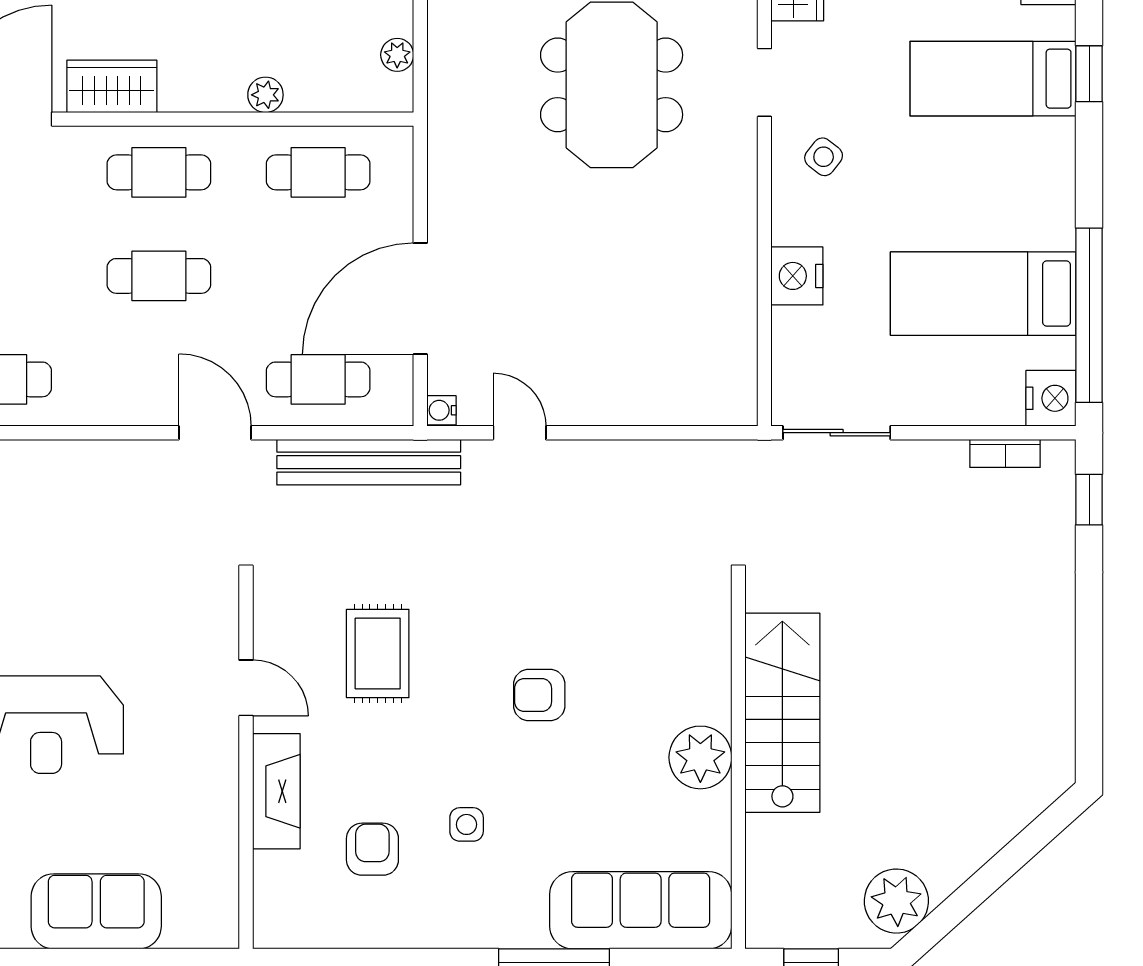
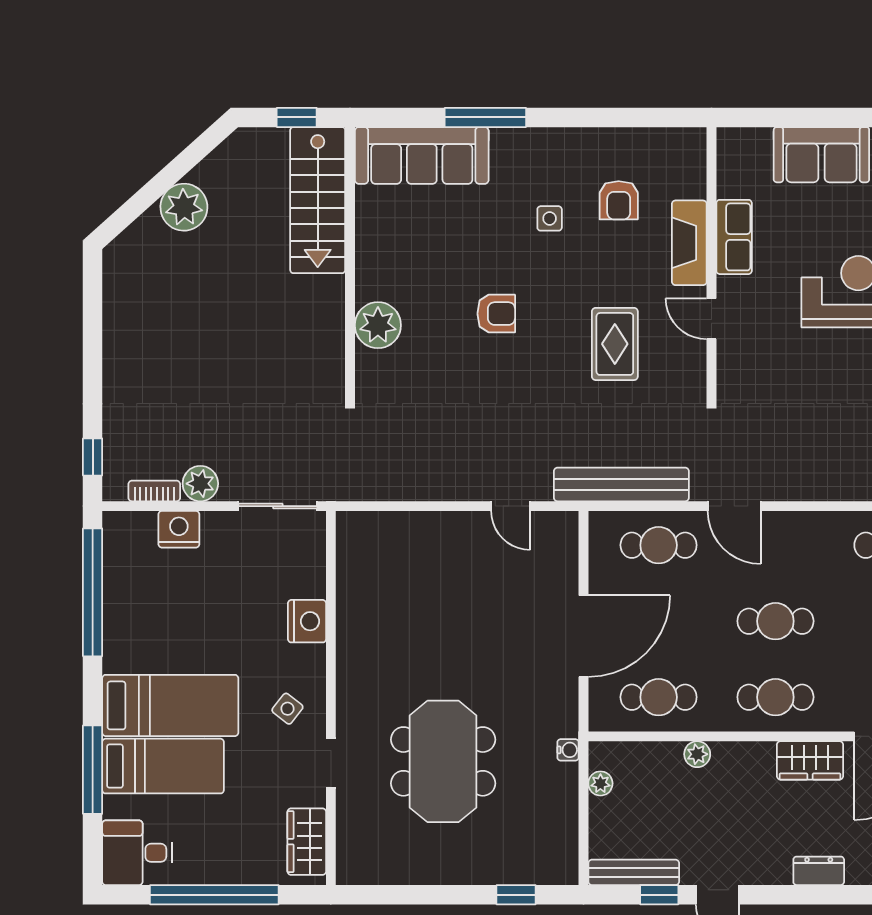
window: (1089, 74) -> (93, 770), width x2.17
bed: (983, 294) -> (170, 705), moved
door: (420, 299) -> (584, 636), moved
nightstand: (1051, 398) -> (179, 529), moved, turned 90
water cooler: (441, 410) -> (568, 750), moved
plant: (942, 463) -> (200, 484), added
stairs: (782, 713) -> (318, 200), moved
plant: (700, 757) -> (378, 325), moved
row of seats: (215, 799) -> (734, 237), added
plant: (896, 901) -> (184, 207), moved

